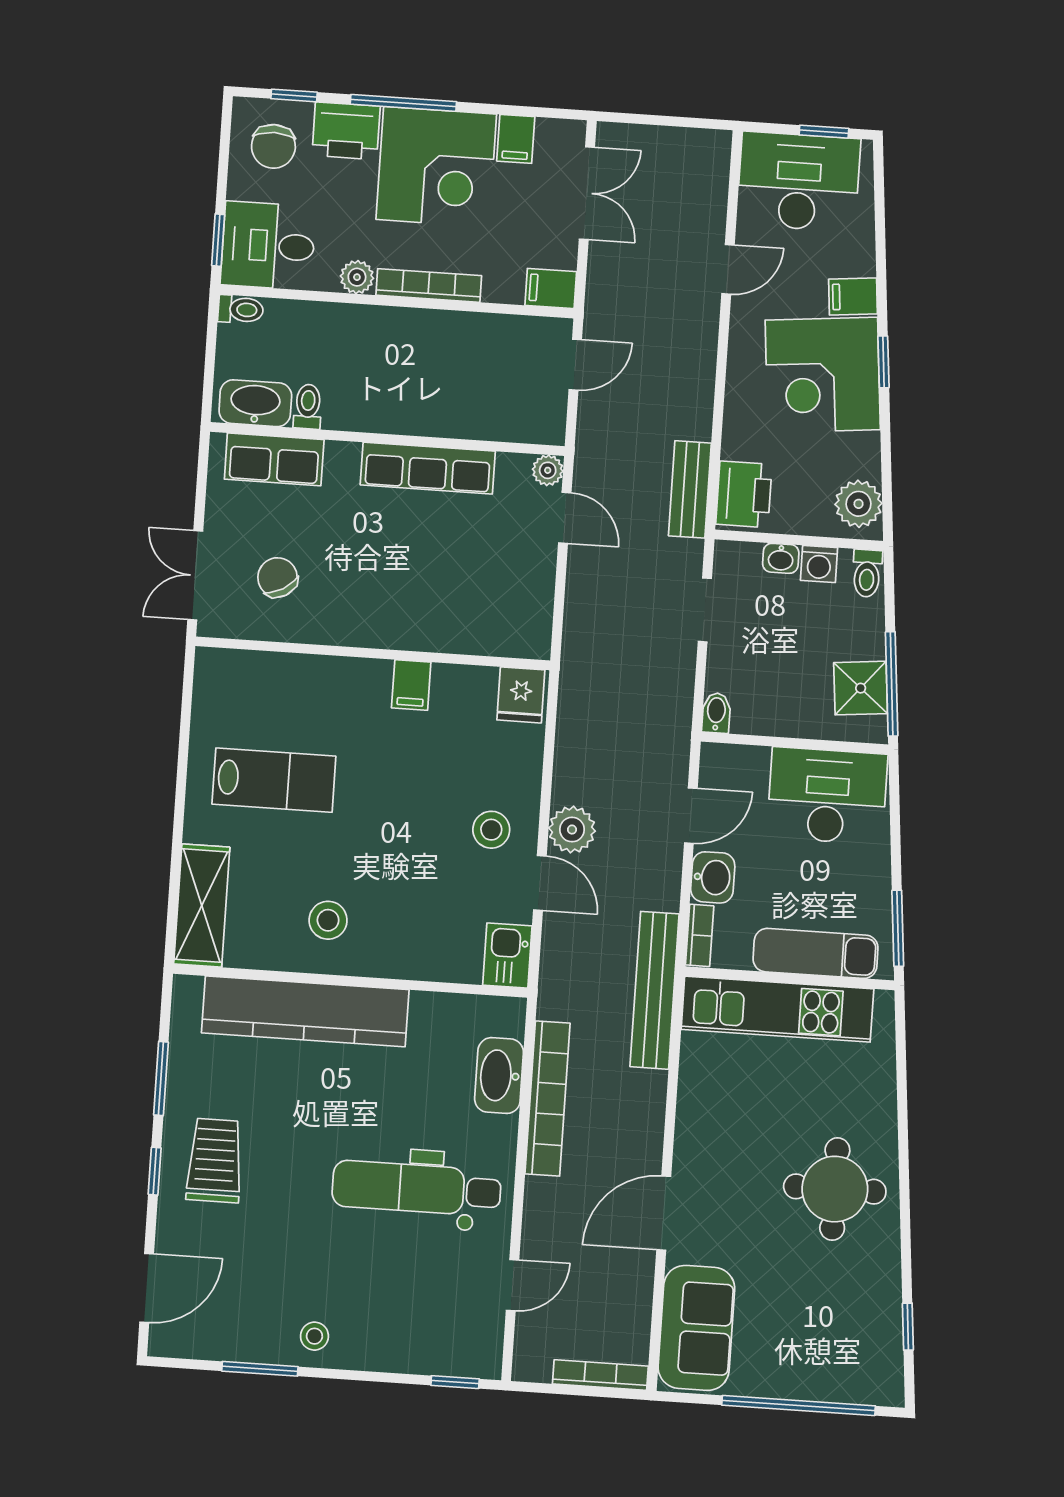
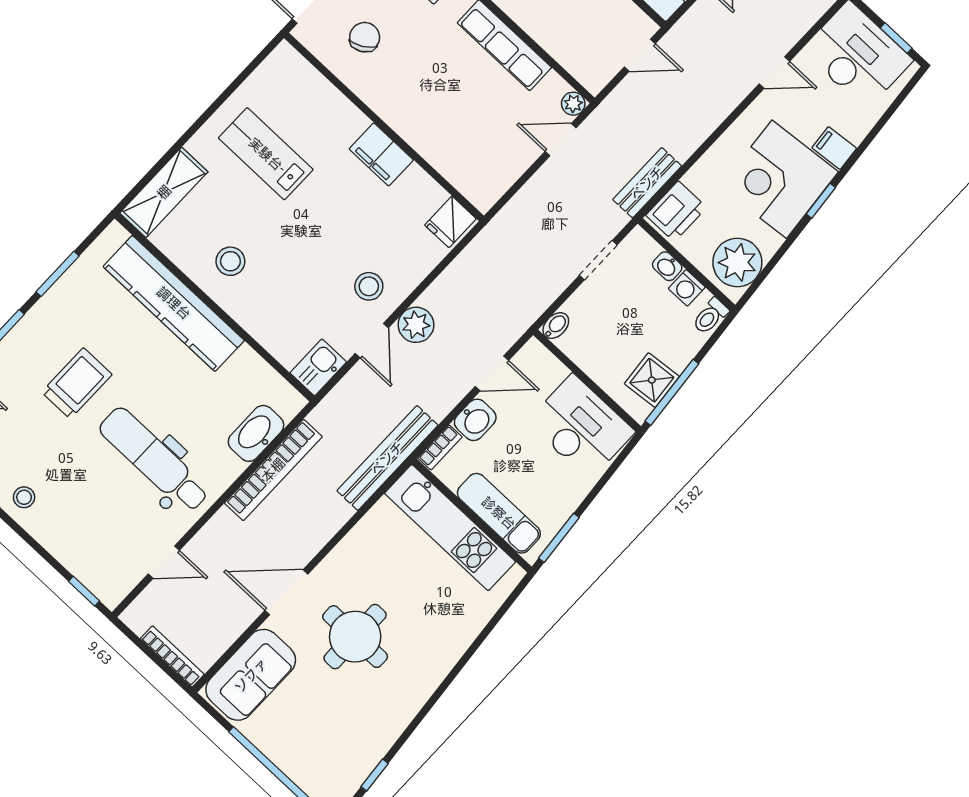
plant: (859, 504) -> (737, 262), width x1.36, depth x1.36
door: (565, 518) -> (561, 140), swing flipped
filing cabinet: (411, 685) -> (381, 154), width x2.00
lab bench: (274, 780) -> (266, 154), turned 180
trolley: (215, 1161) -> (77, 383), moved
round table: (835, 1189) -> (355, 637), moved

